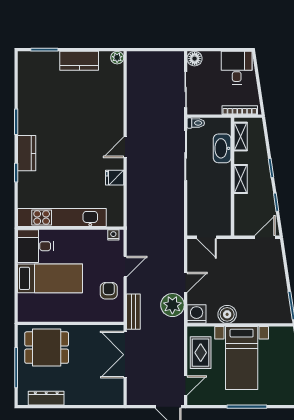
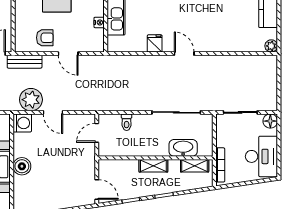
desk: (237, 68) -> (261, 156), width x1.37
toilet: (196, 123) -> (127, 122), moved
nightstand: (113, 235) -> (99, 22), moved
boiler: (227, 314) -> (22, 166), moved

